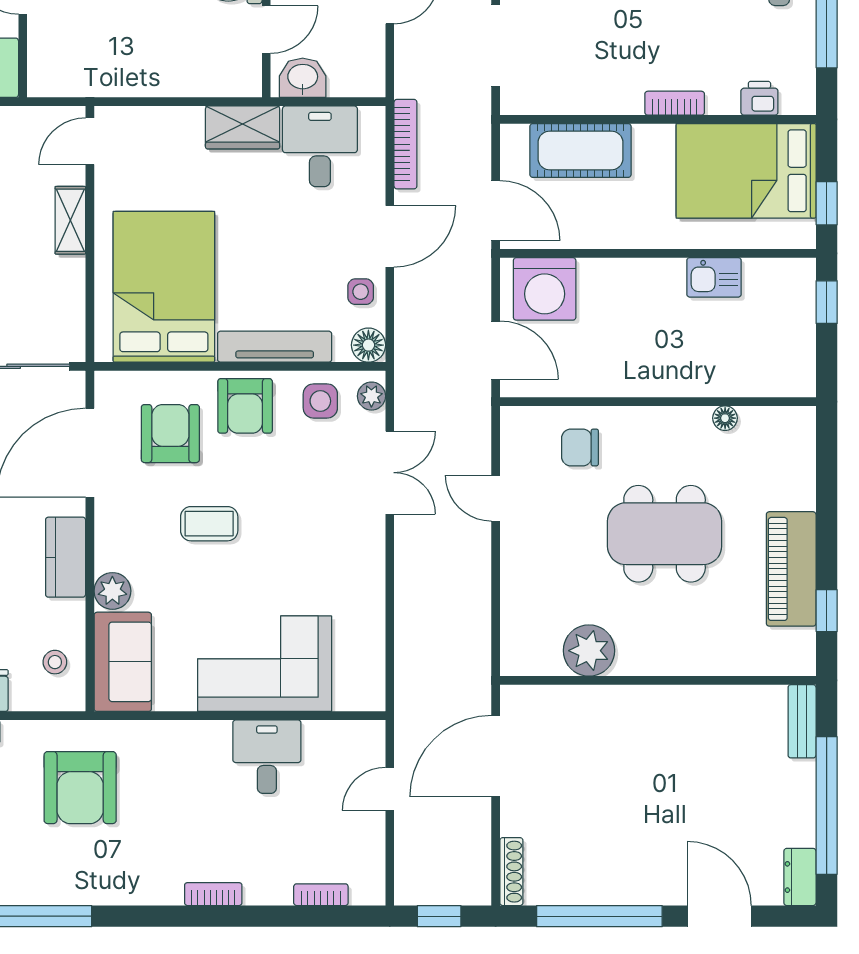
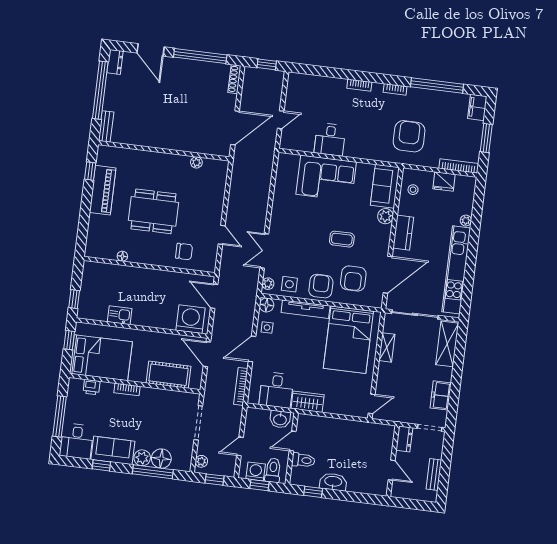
shelving: (70, 220) -> (387, 347), moved
plant: (589, 651) -> (196, 162), width x0.53, depth x0.53
bookcase: (321, 895) -> (395, 89), moved

